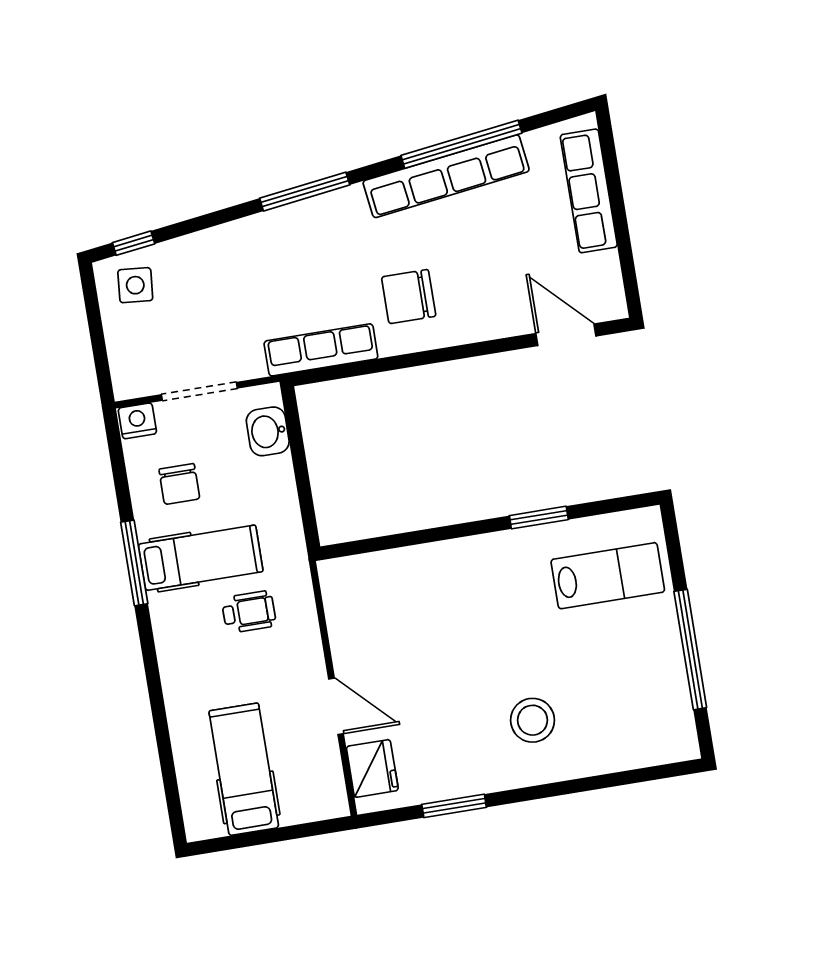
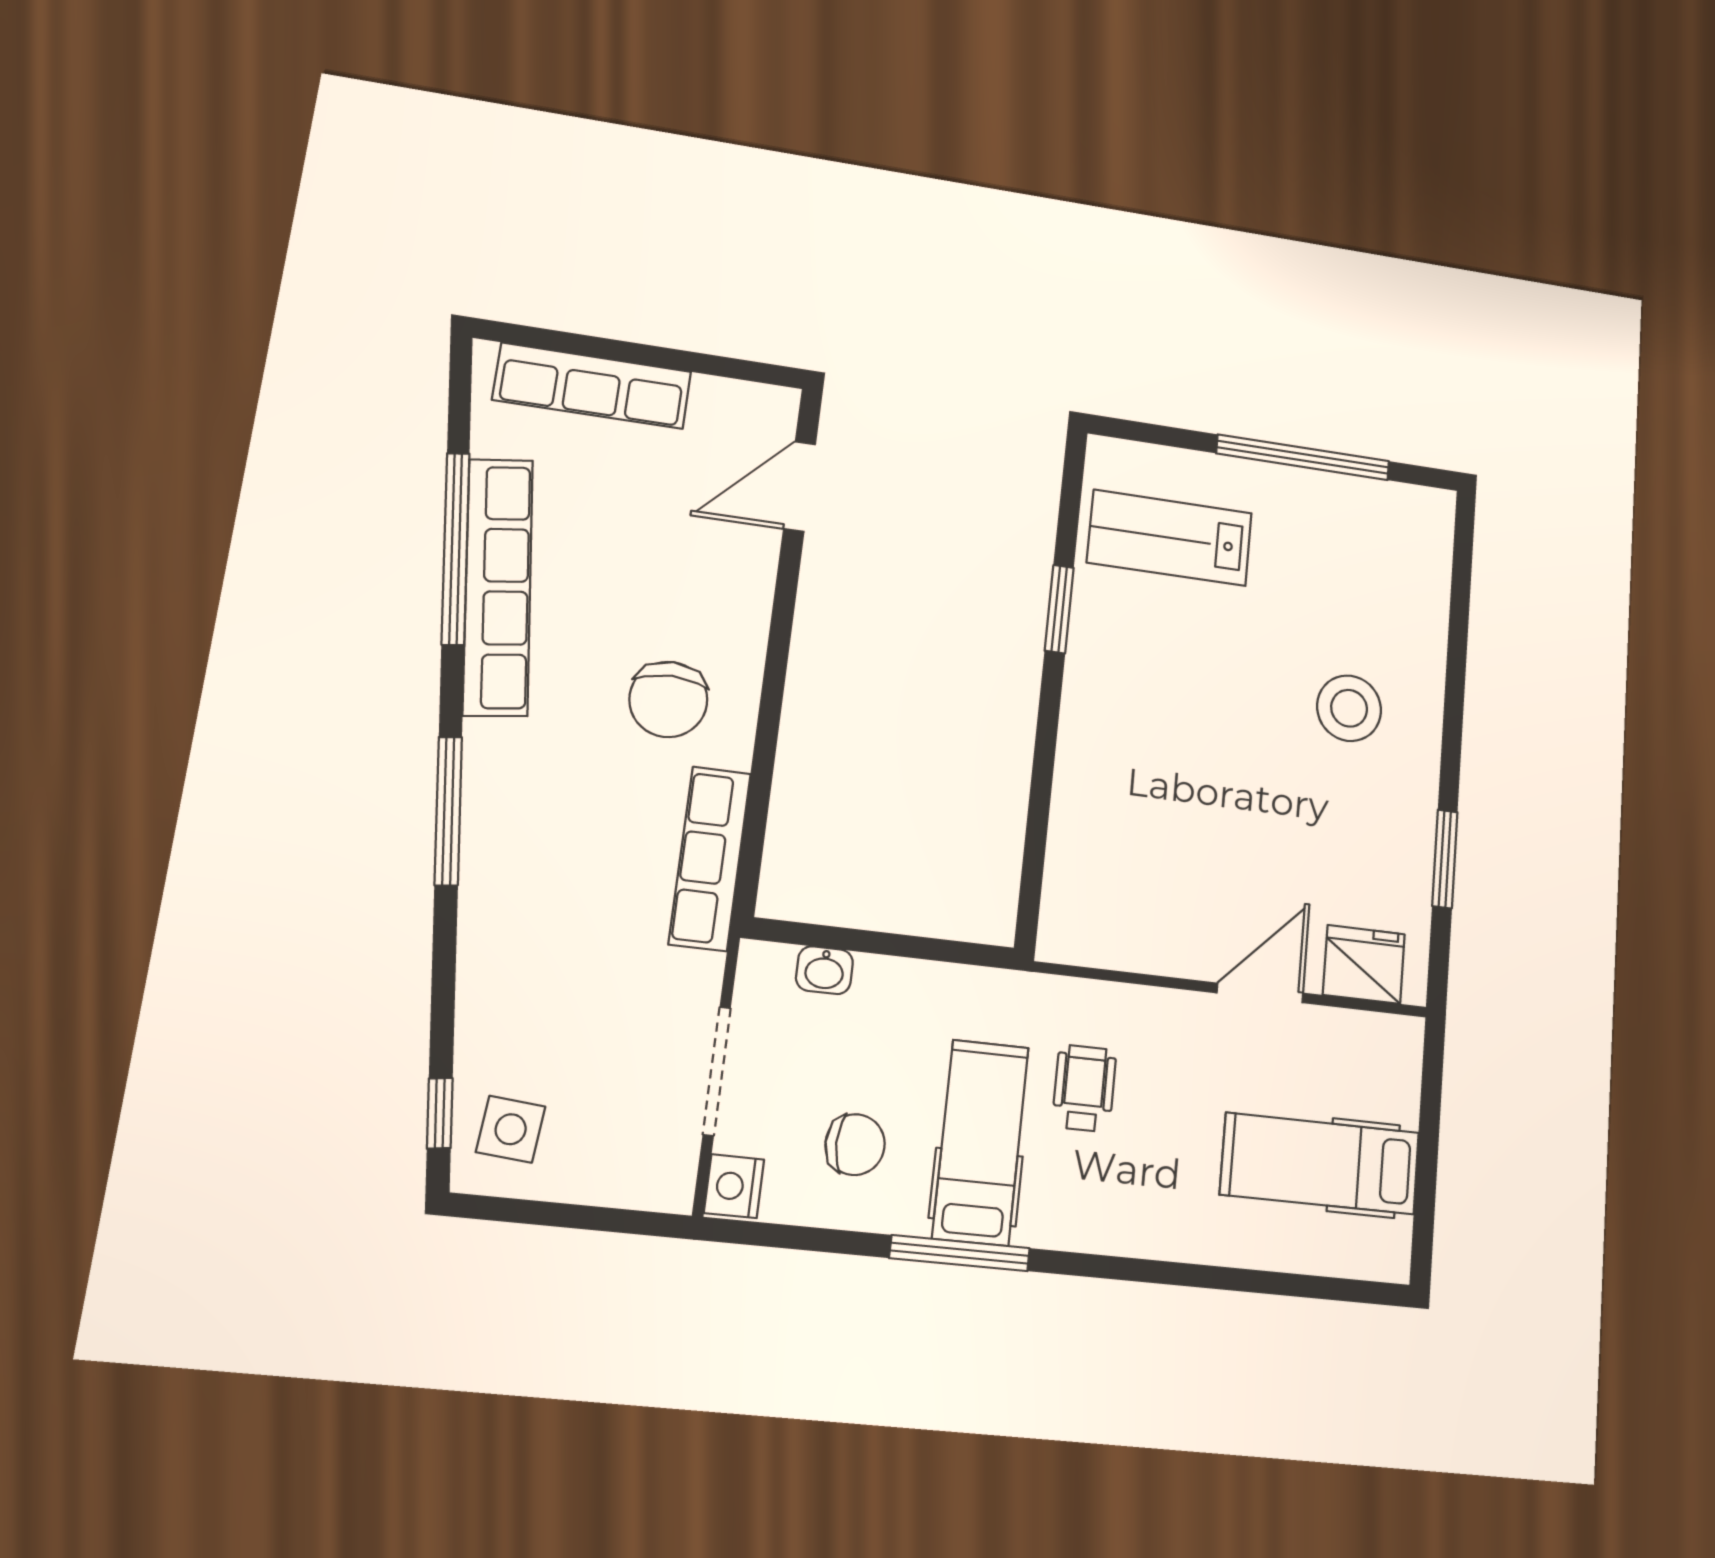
washbasin: (268, 431) -> (824, 970), width x0.72, depth x0.69
lab bench: (608, 576) -> (1170, 538), turned -90

